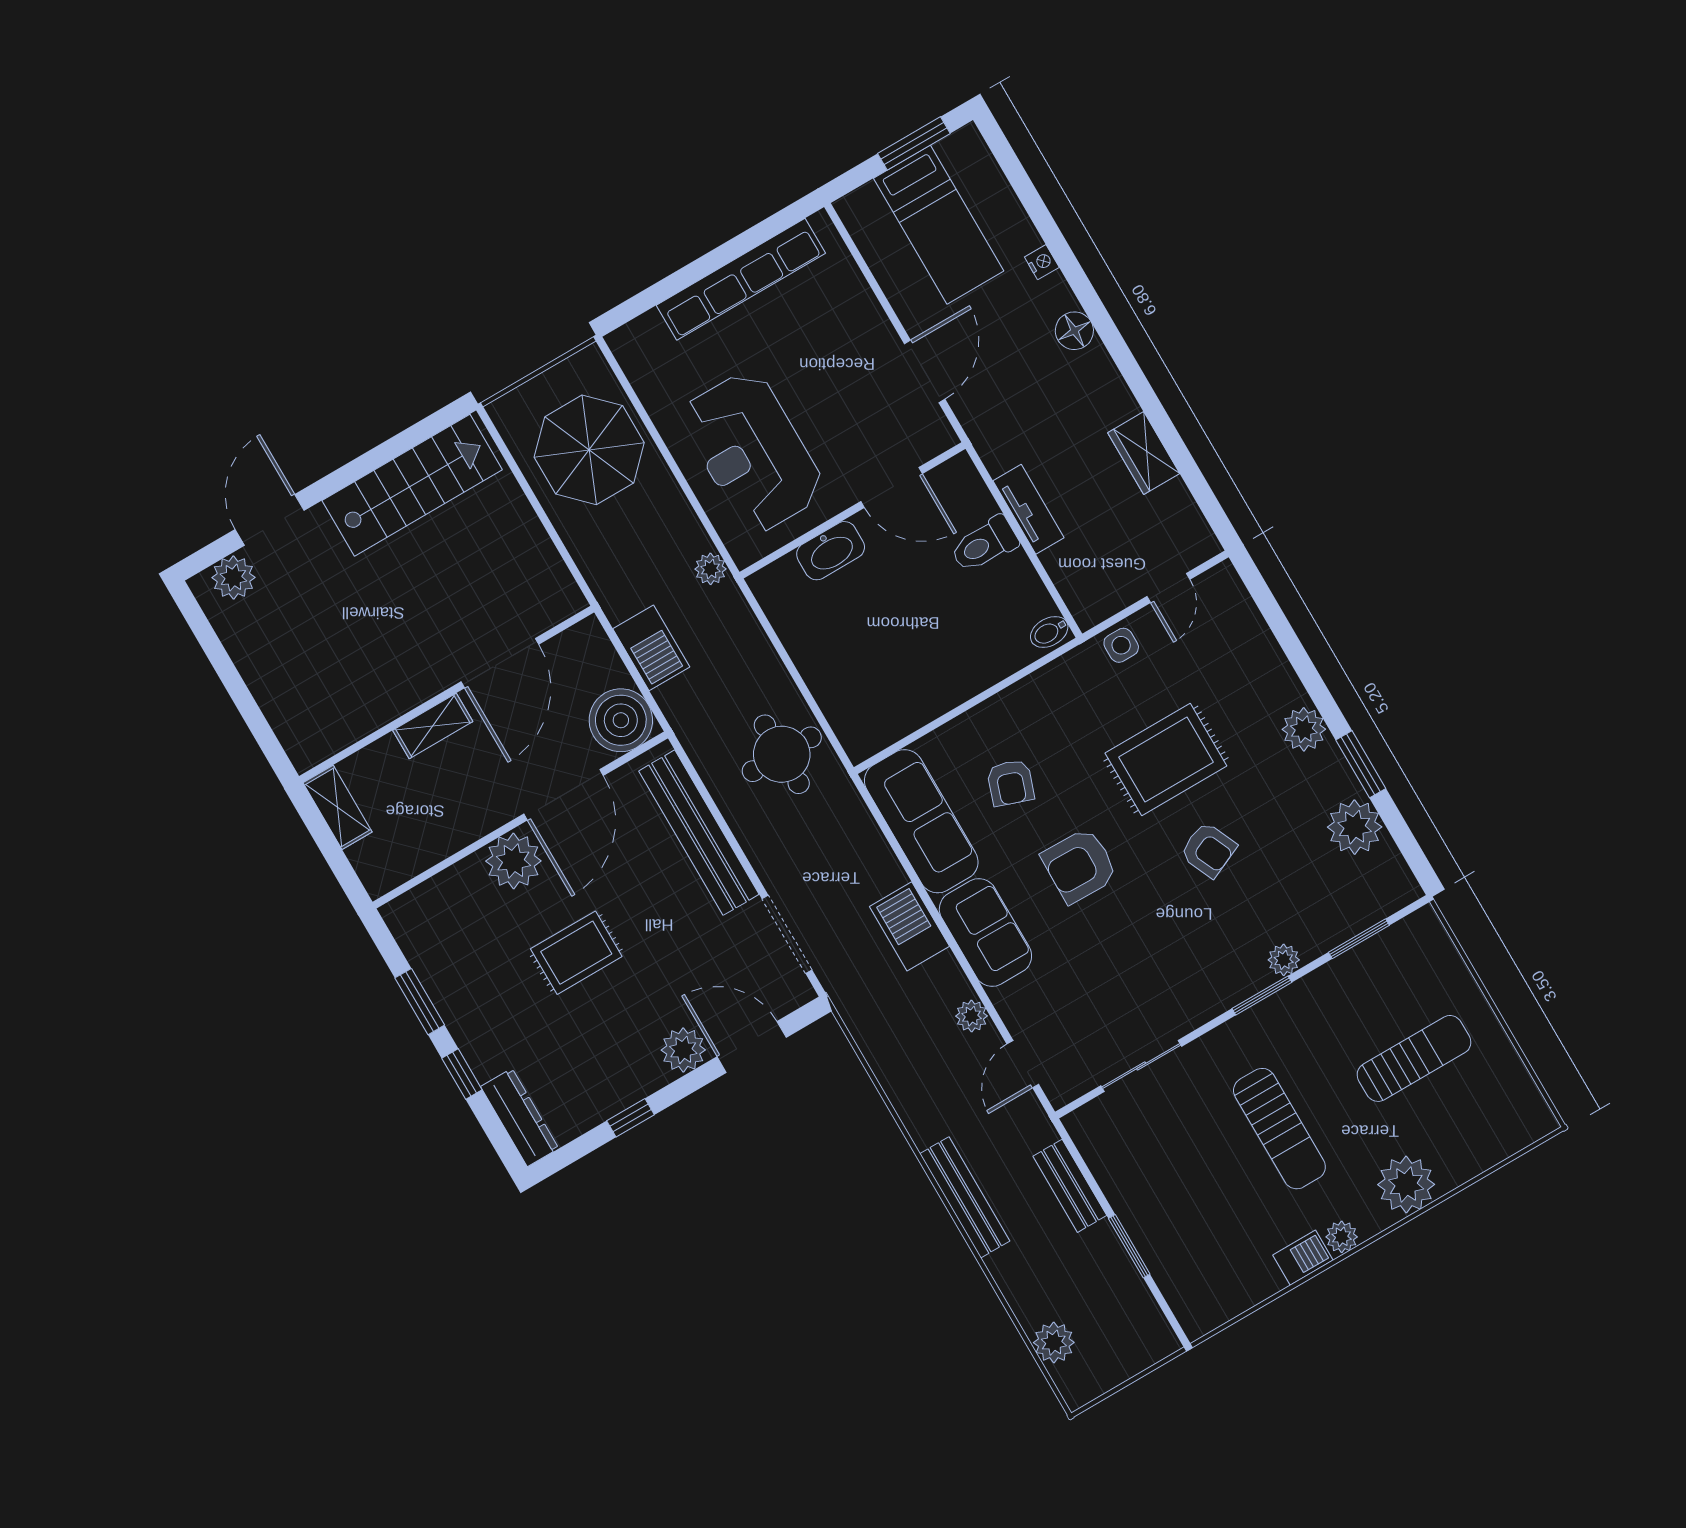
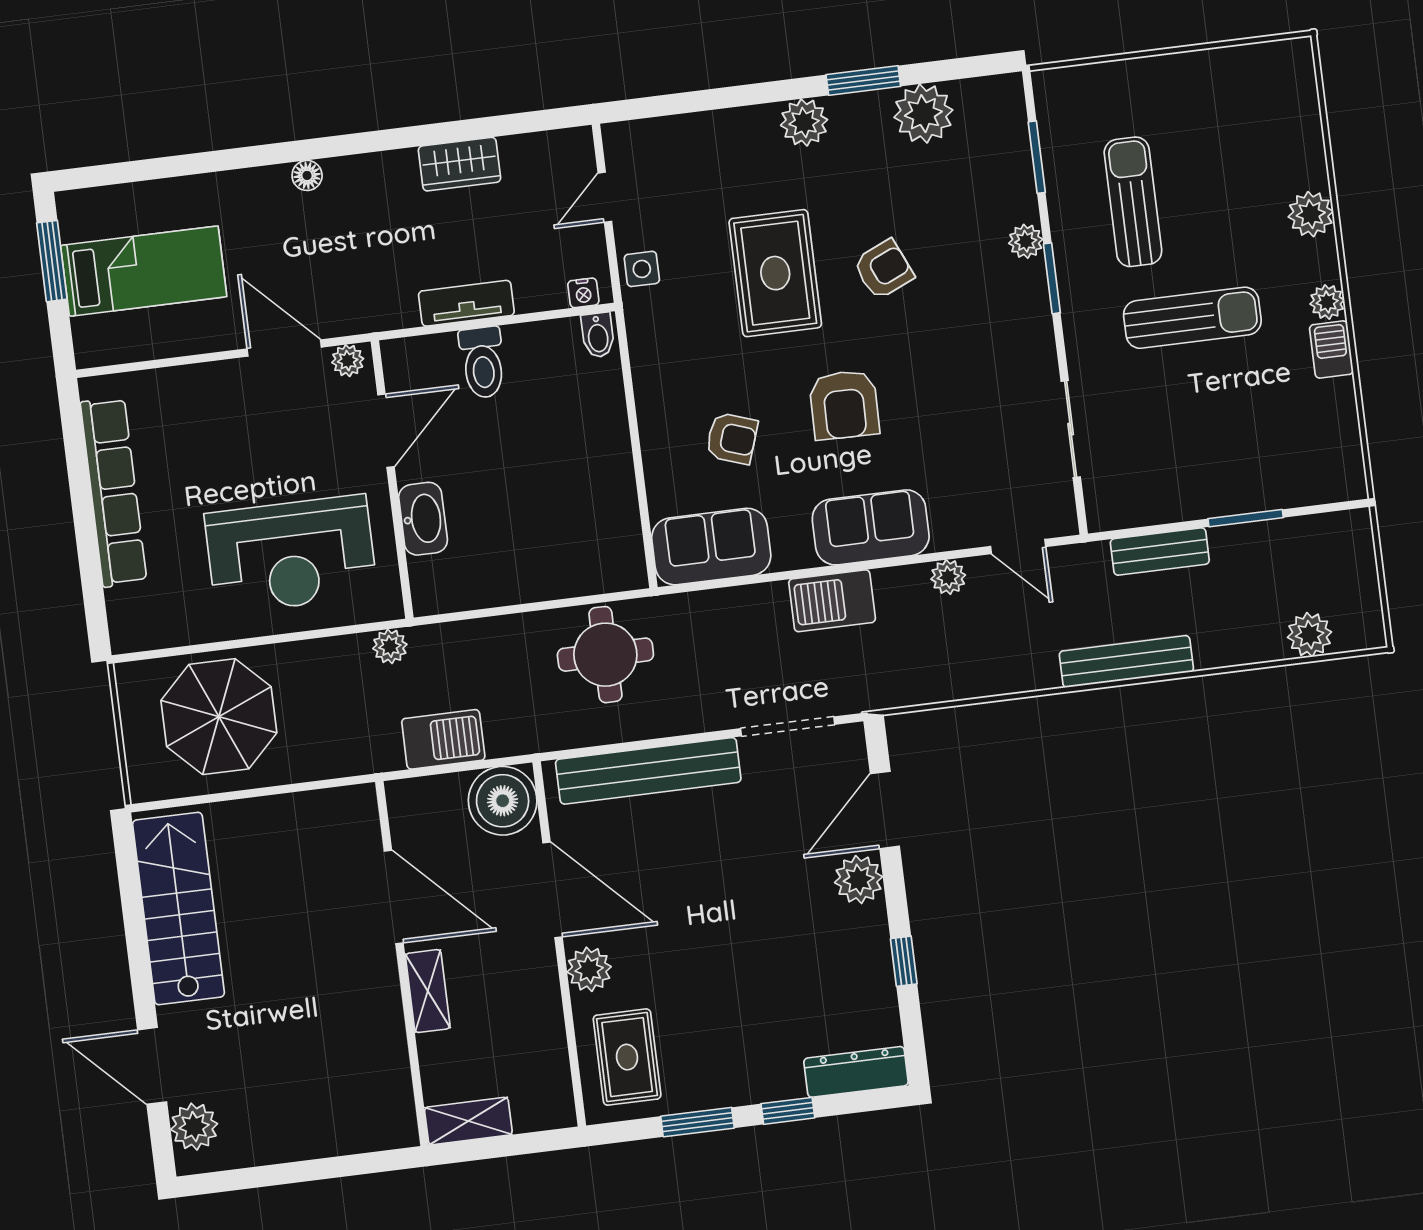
nightstand: (1042, 262) -> (583, 293), moved, turned 180
floor lamp: (1074, 331) -> (307, 175), width x0.73, depth x0.73
plant: (937, 430) -> (348, 361), added
door: (1168, 588) -> (605, 197), swing flipped
sofa: (921, 821) -> (711, 547), width x0.73
plant: (513, 861) -> (589, 969), width x0.73, depth x0.73
rug: (576, 953) -> (627, 1057), moved
sun lounger: (1414, 1058) -> (1133, 202), moved
plant: (1406, 1184) -> (1311, 214), width x0.73, depth x0.73

